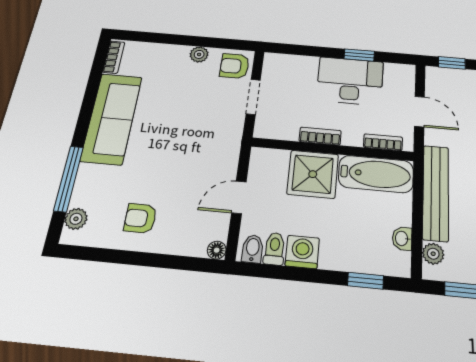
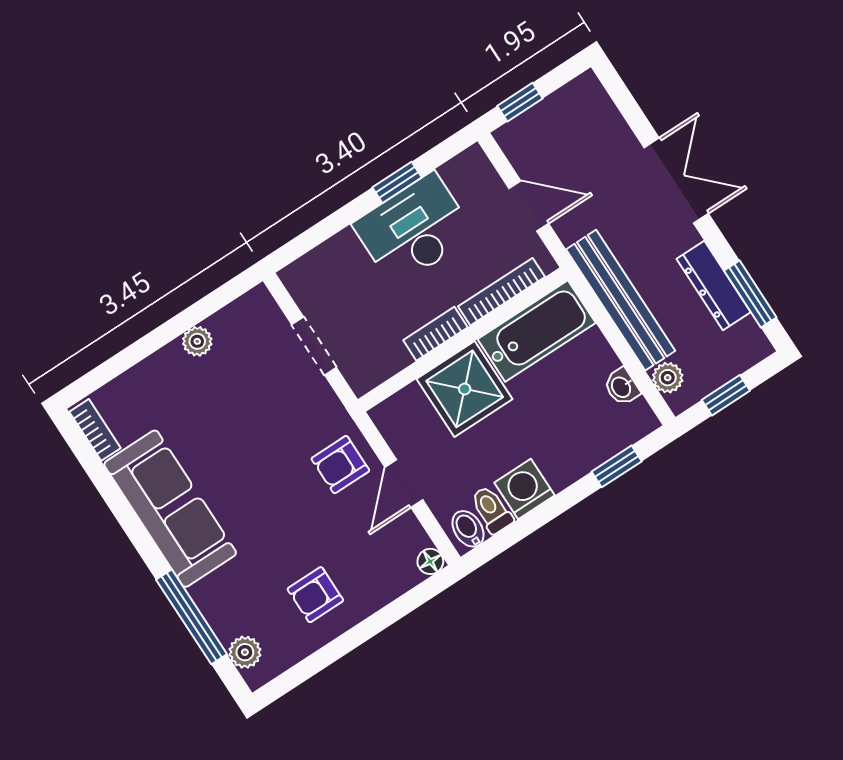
armchair: (235, 66) -> (340, 465), moved
bookcase: (383, 142) -> (502, 292), width x1.56

